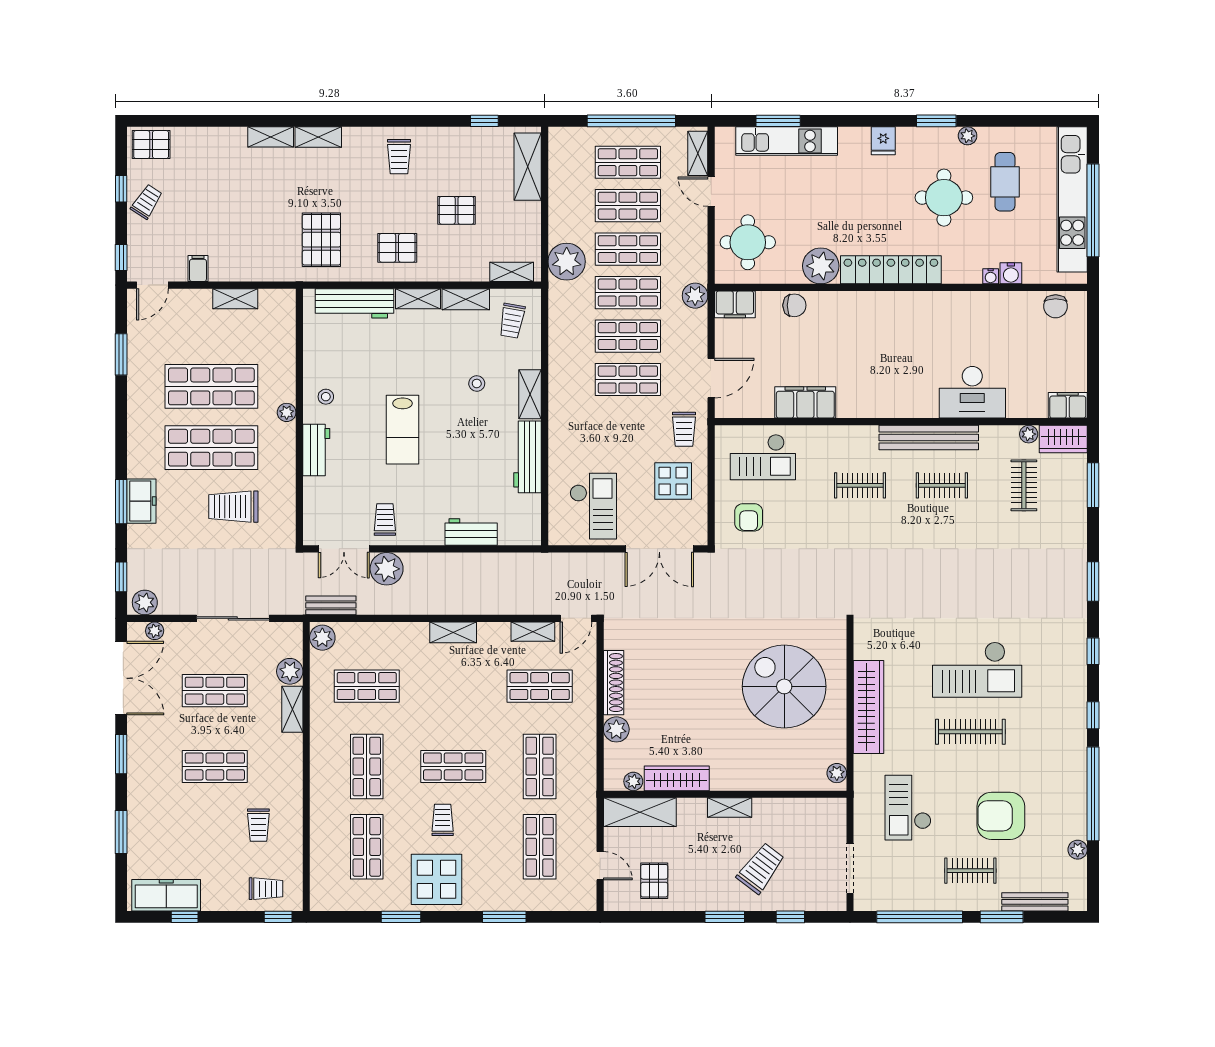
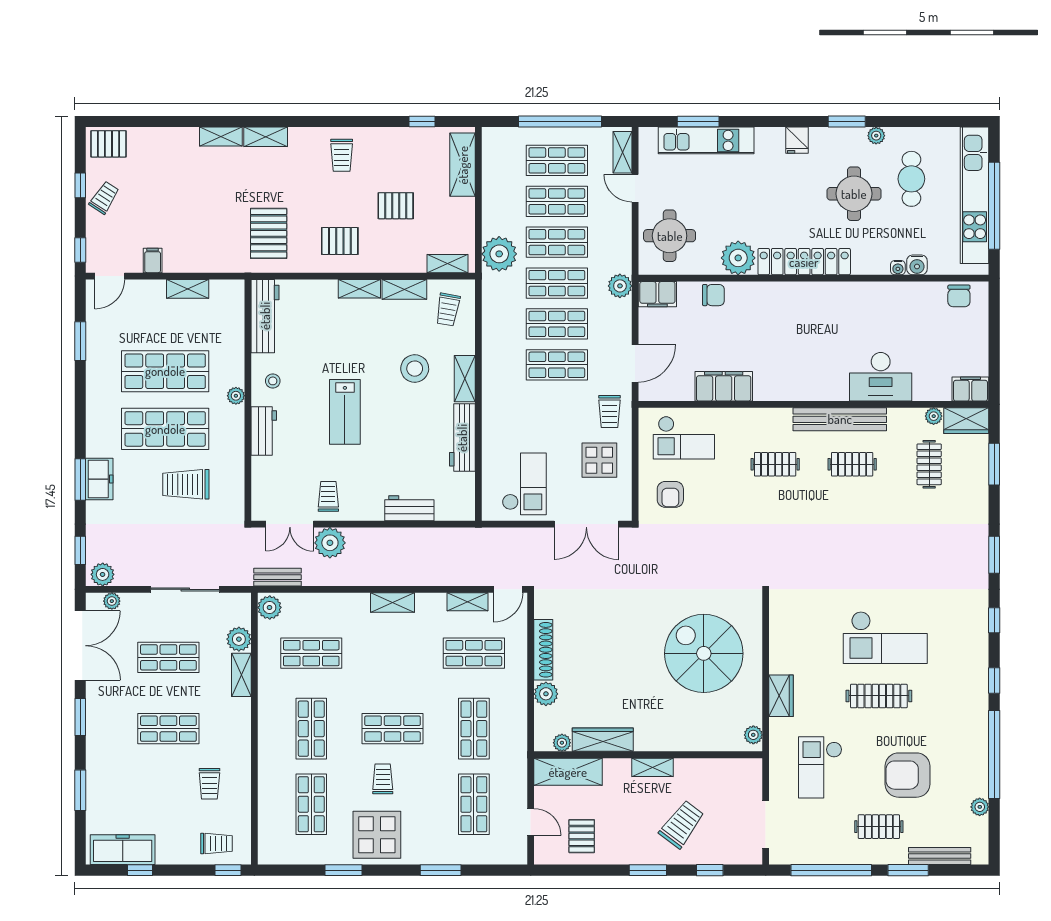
workbench: (355, 303) -> (265, 316), moved, turned -90
stool: (477, 383) -> (415, 369), width x1.89, depth x1.89
wardrobe: (869, 707) -> (781, 696), width x0.48, depth x0.85

